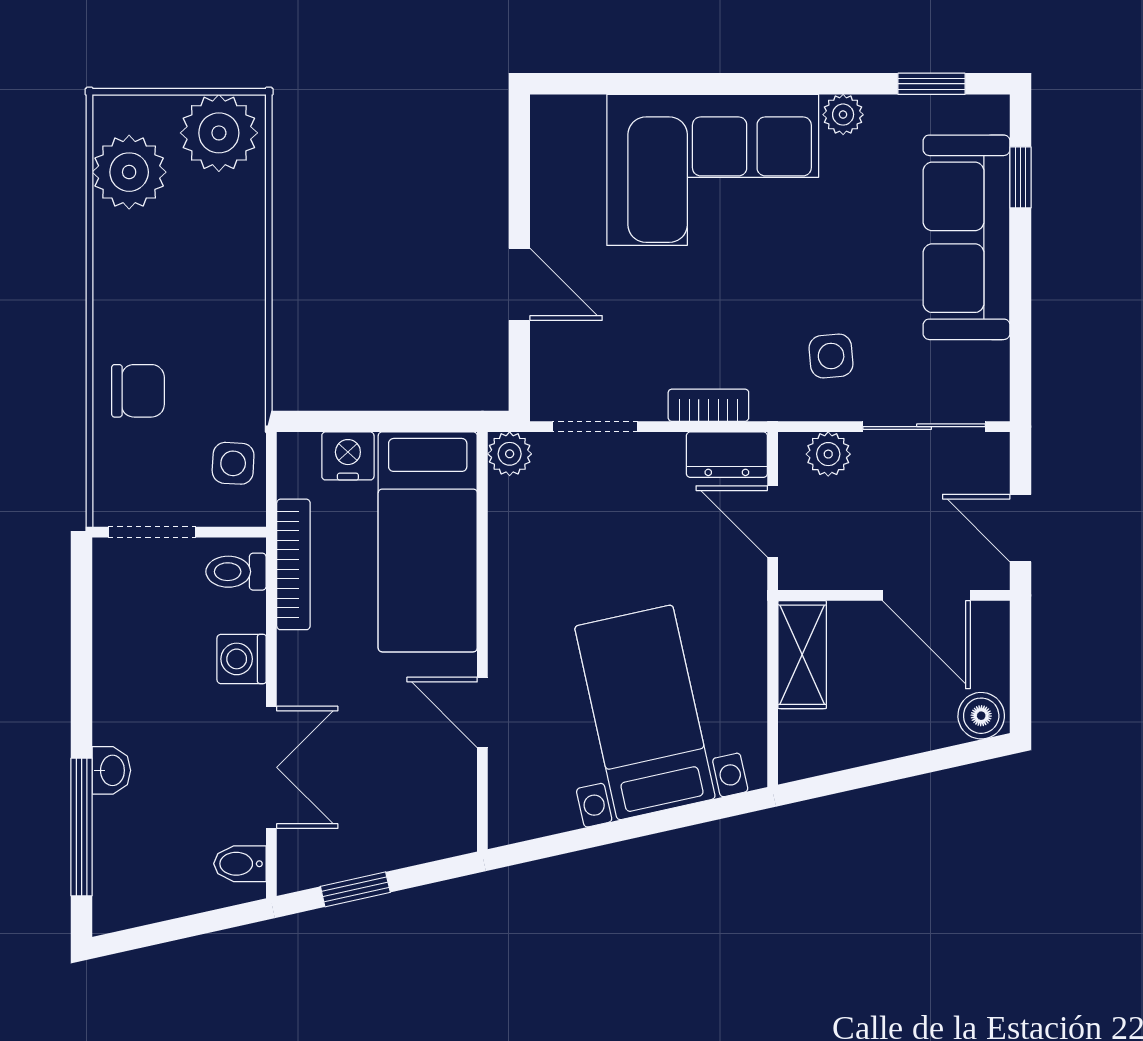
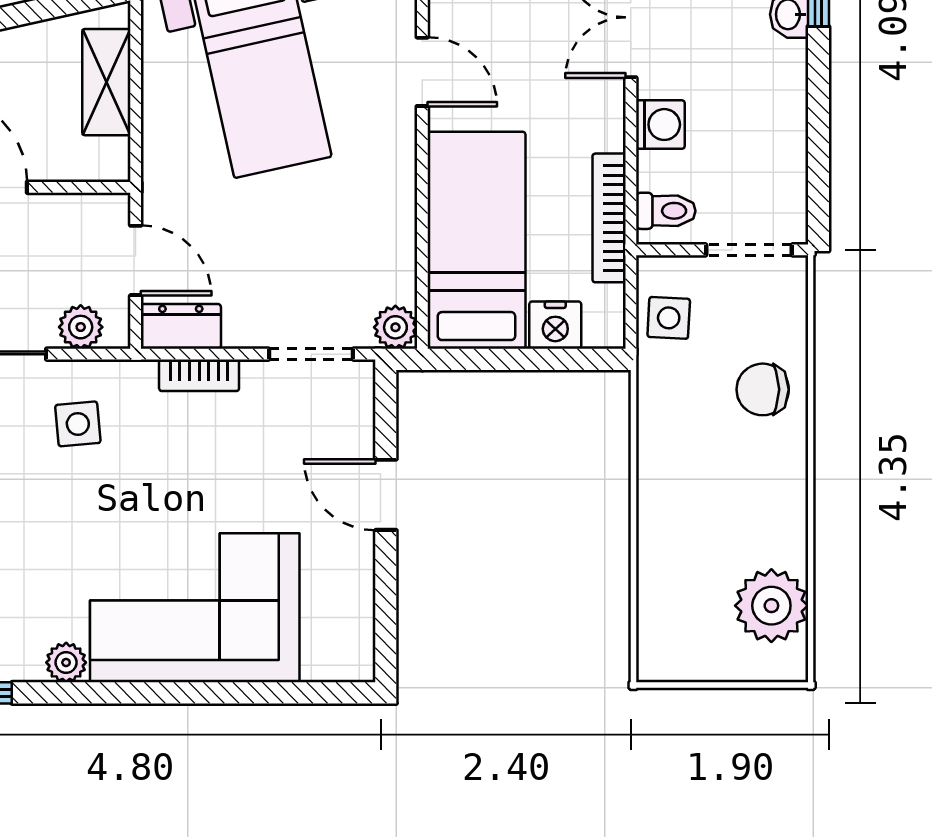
plant: (219, 133) -> (683, 644), removed
shelving: (802, 655) -> (106, 82), moved

